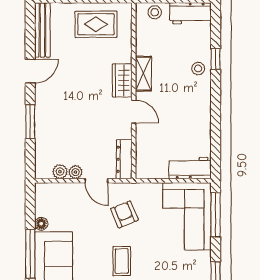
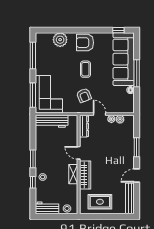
wardrobe: (122, 80) -> (85, 175), width x1.50
window: (216, 101) -> (33, 159), added
workbench: (190, 168) -> (52, 121), width x1.38

